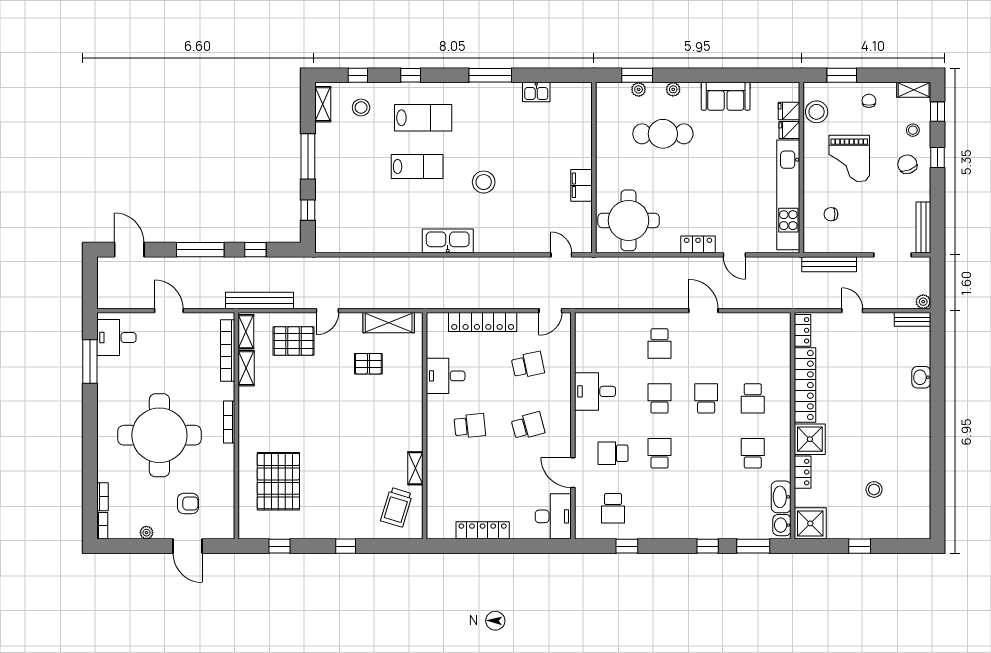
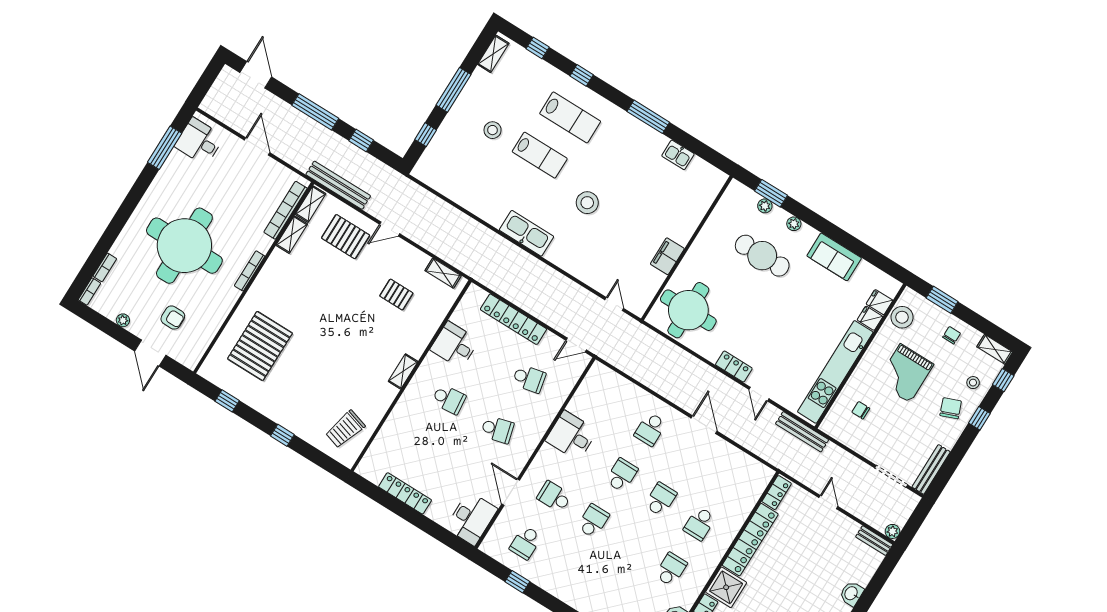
stool: (361, 107) -> (493, 130), moved
bench: (829, 264) -> (802, 432), moved
shelving: (389, 323) -> (443, 273), width x0.67, depth x0.75
shelving: (415, 468) -> (403, 371), moved

